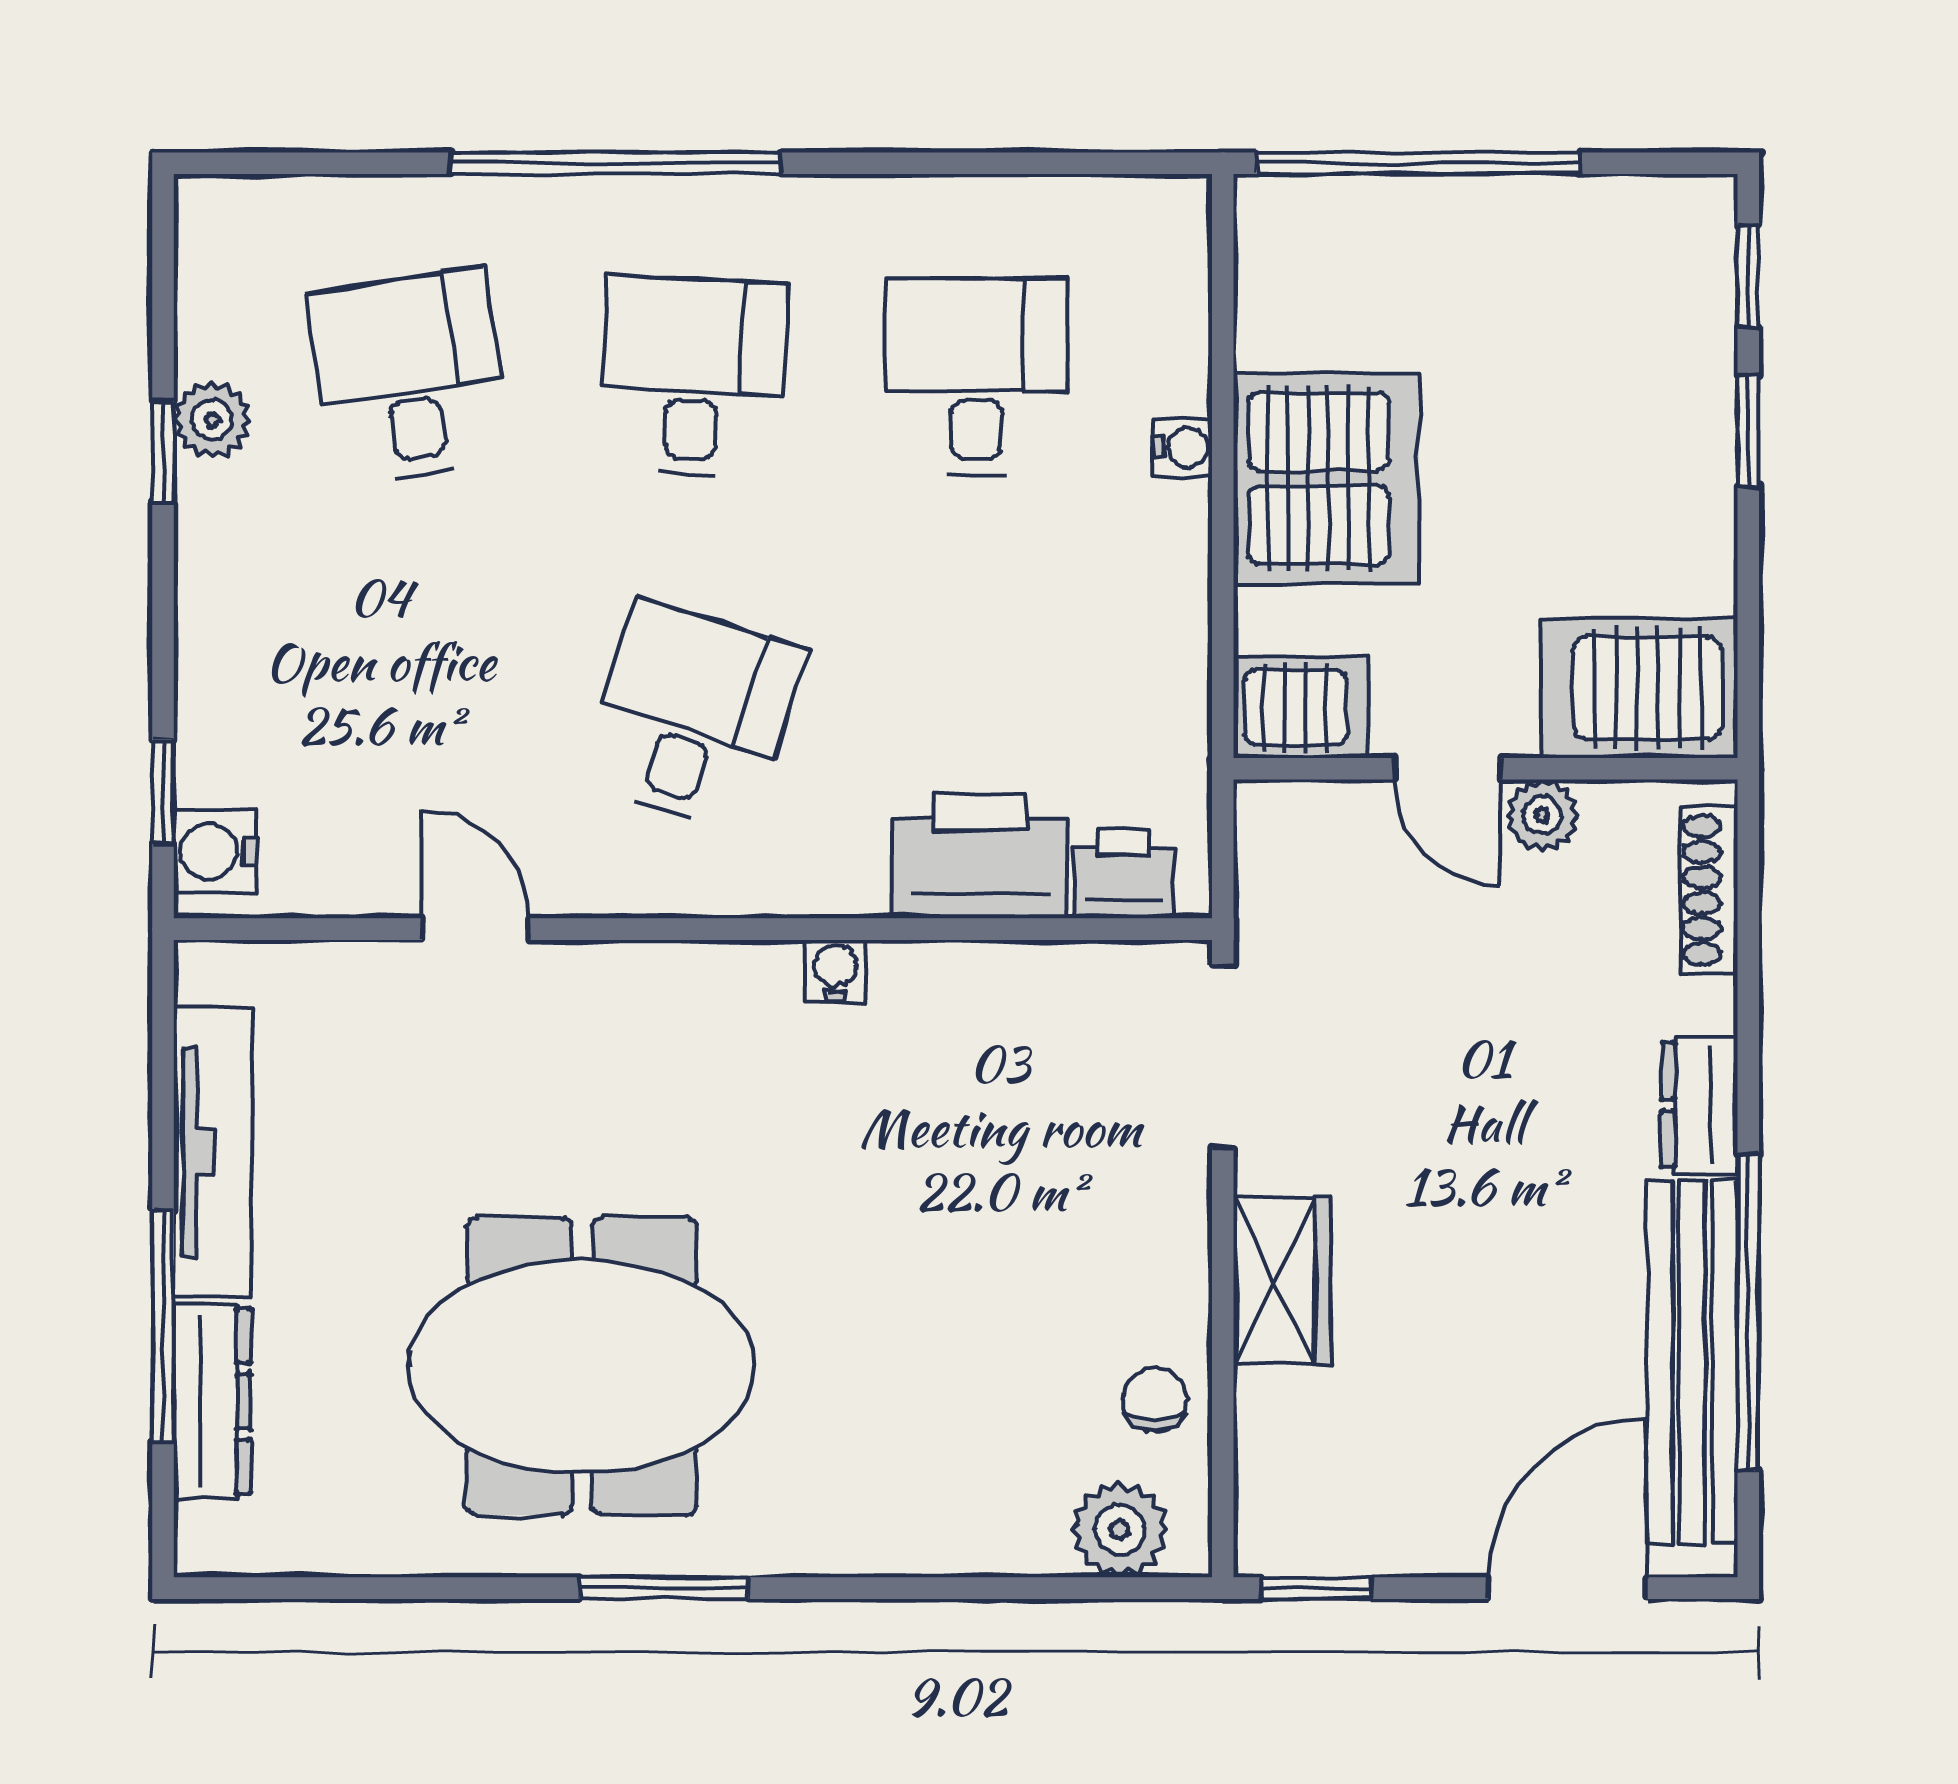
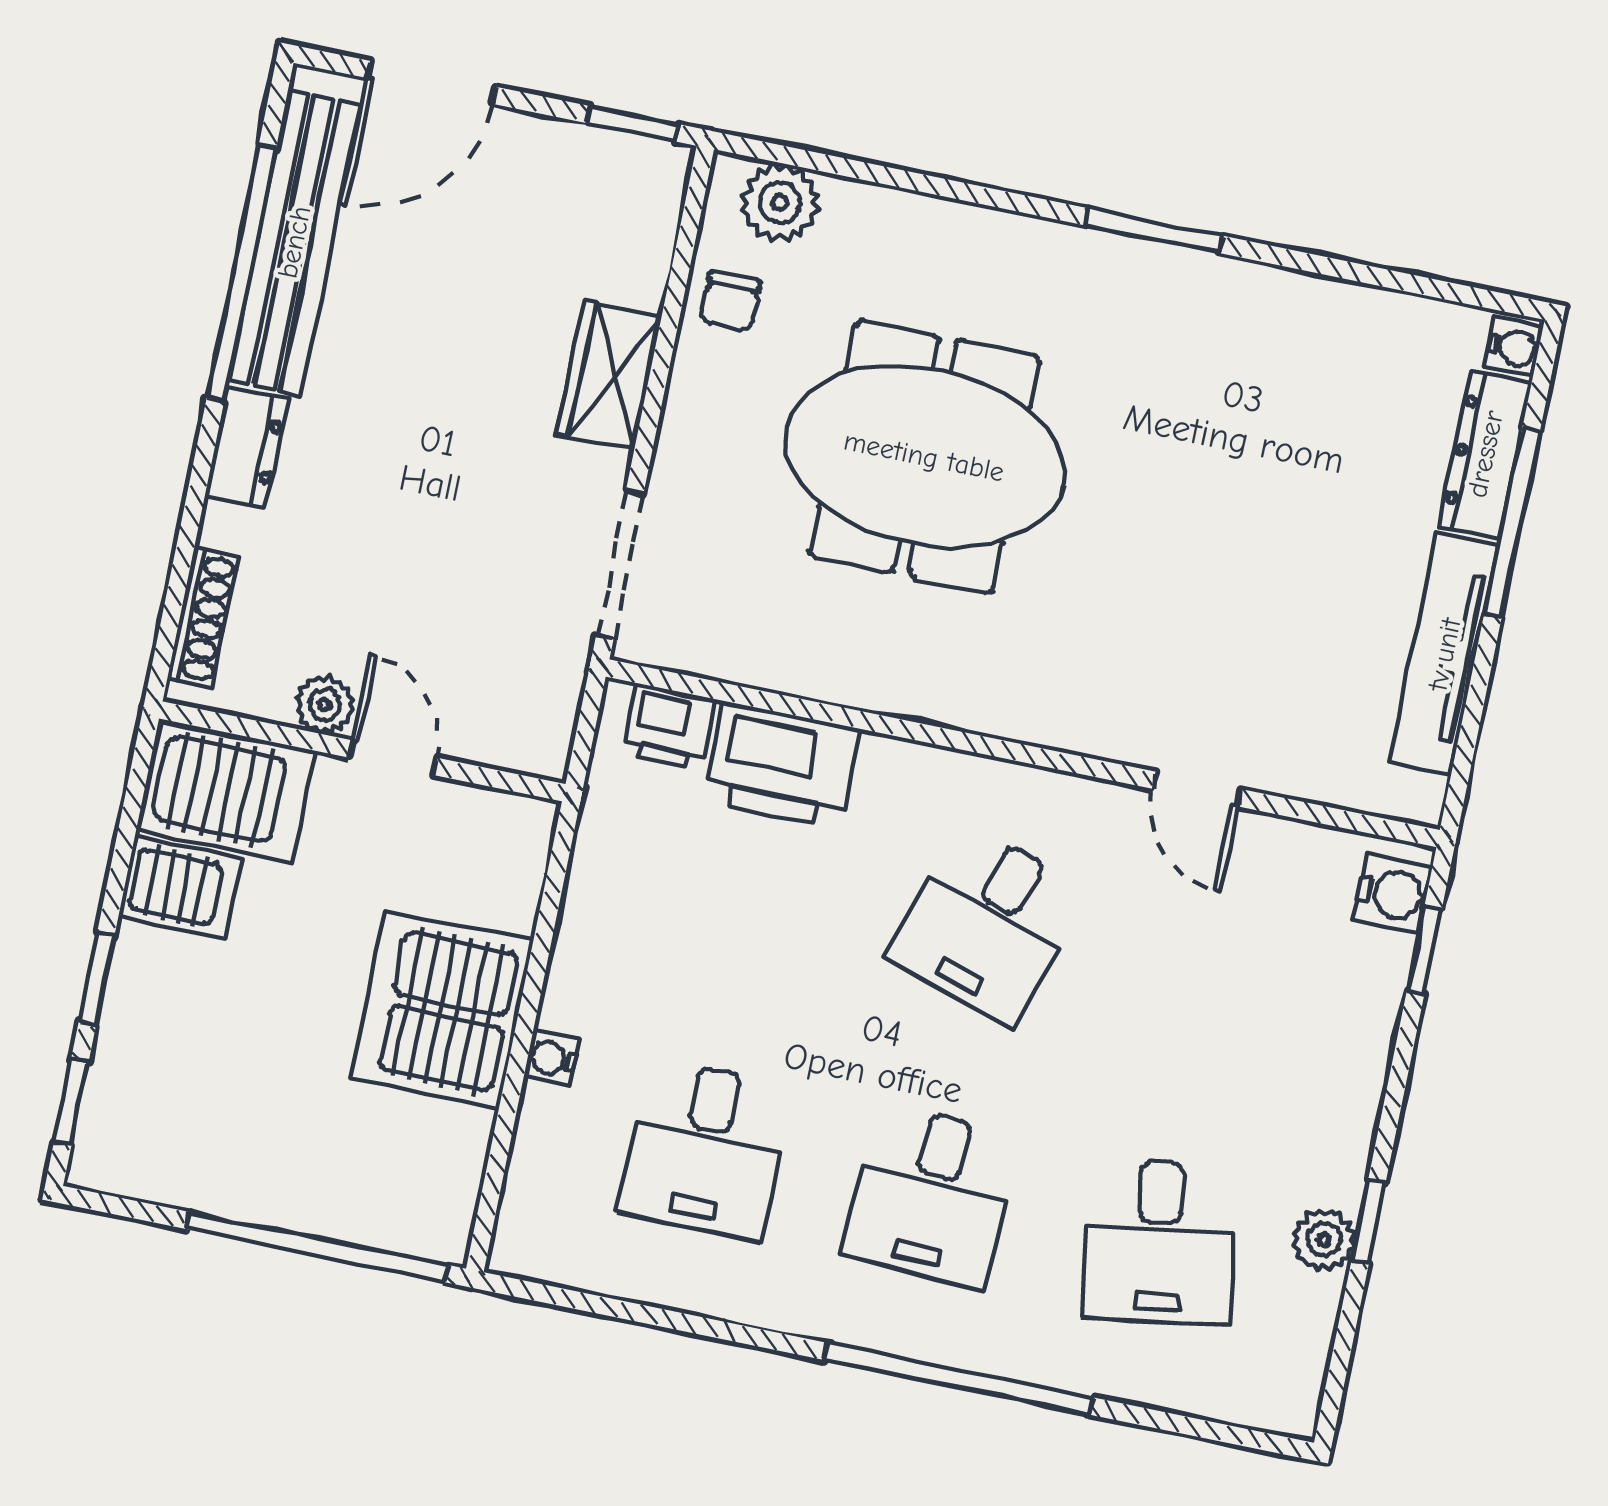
server rack: (1301, 707) -> (180, 888), moved, turned 180
water cooler: (835, 970) -> (1514, 347), moved, turned -90
meeting table: (582, 1366) -> (924, 456), moved

